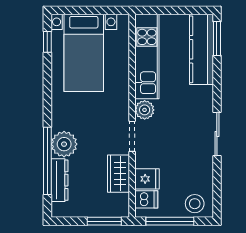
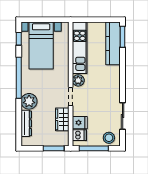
sliding door: (217, 134) -> (123, 116), moved
window: (47, 161) -> (19, 78), moved

